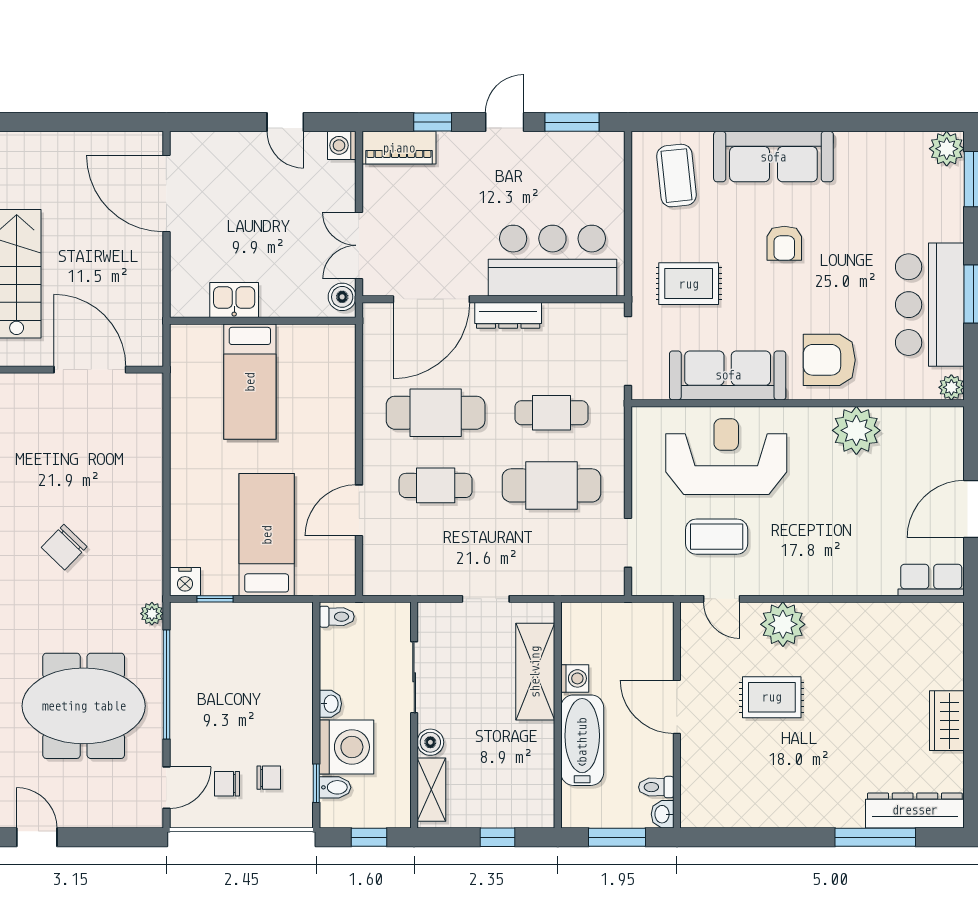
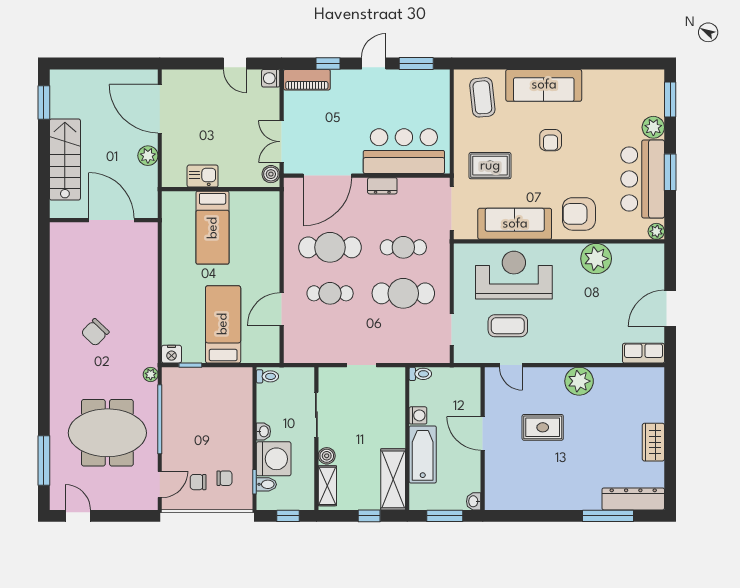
plant: (947, 149) -> (653, 127), moved
plant: (148, 268) -> (148, 156), added
dresser: (508, 315) -> (382, 186), width x0.70
plant: (783, 624) -> (579, 381), moved
shelving: (535, 672) -> (393, 479), moved
toilet: (656, 787) -> (420, 374), moved, turned 180

